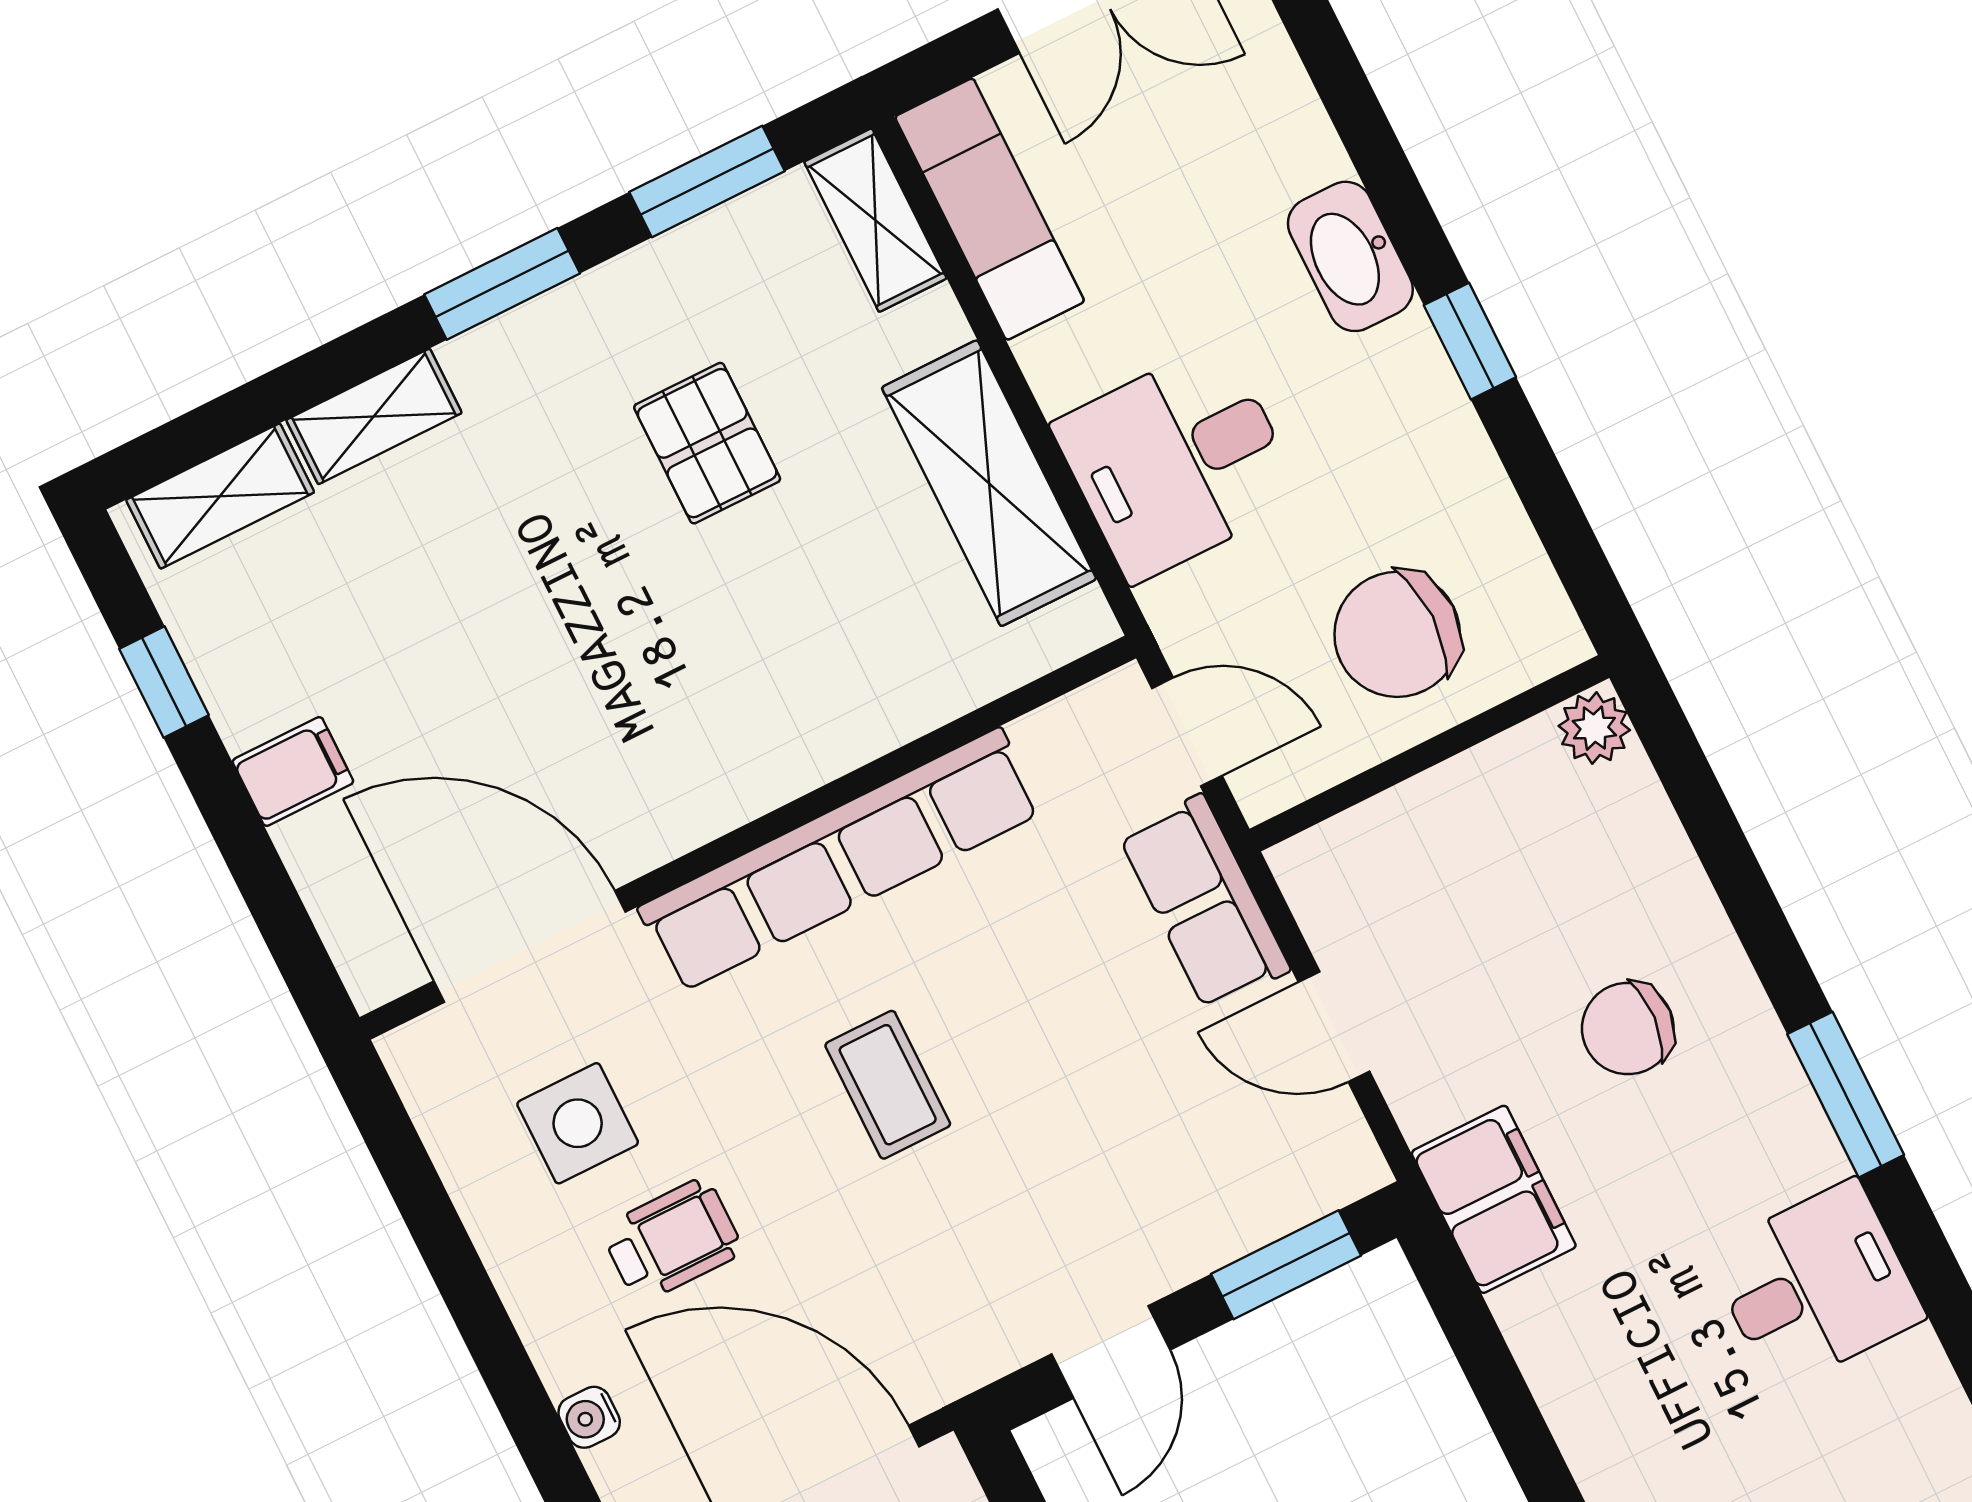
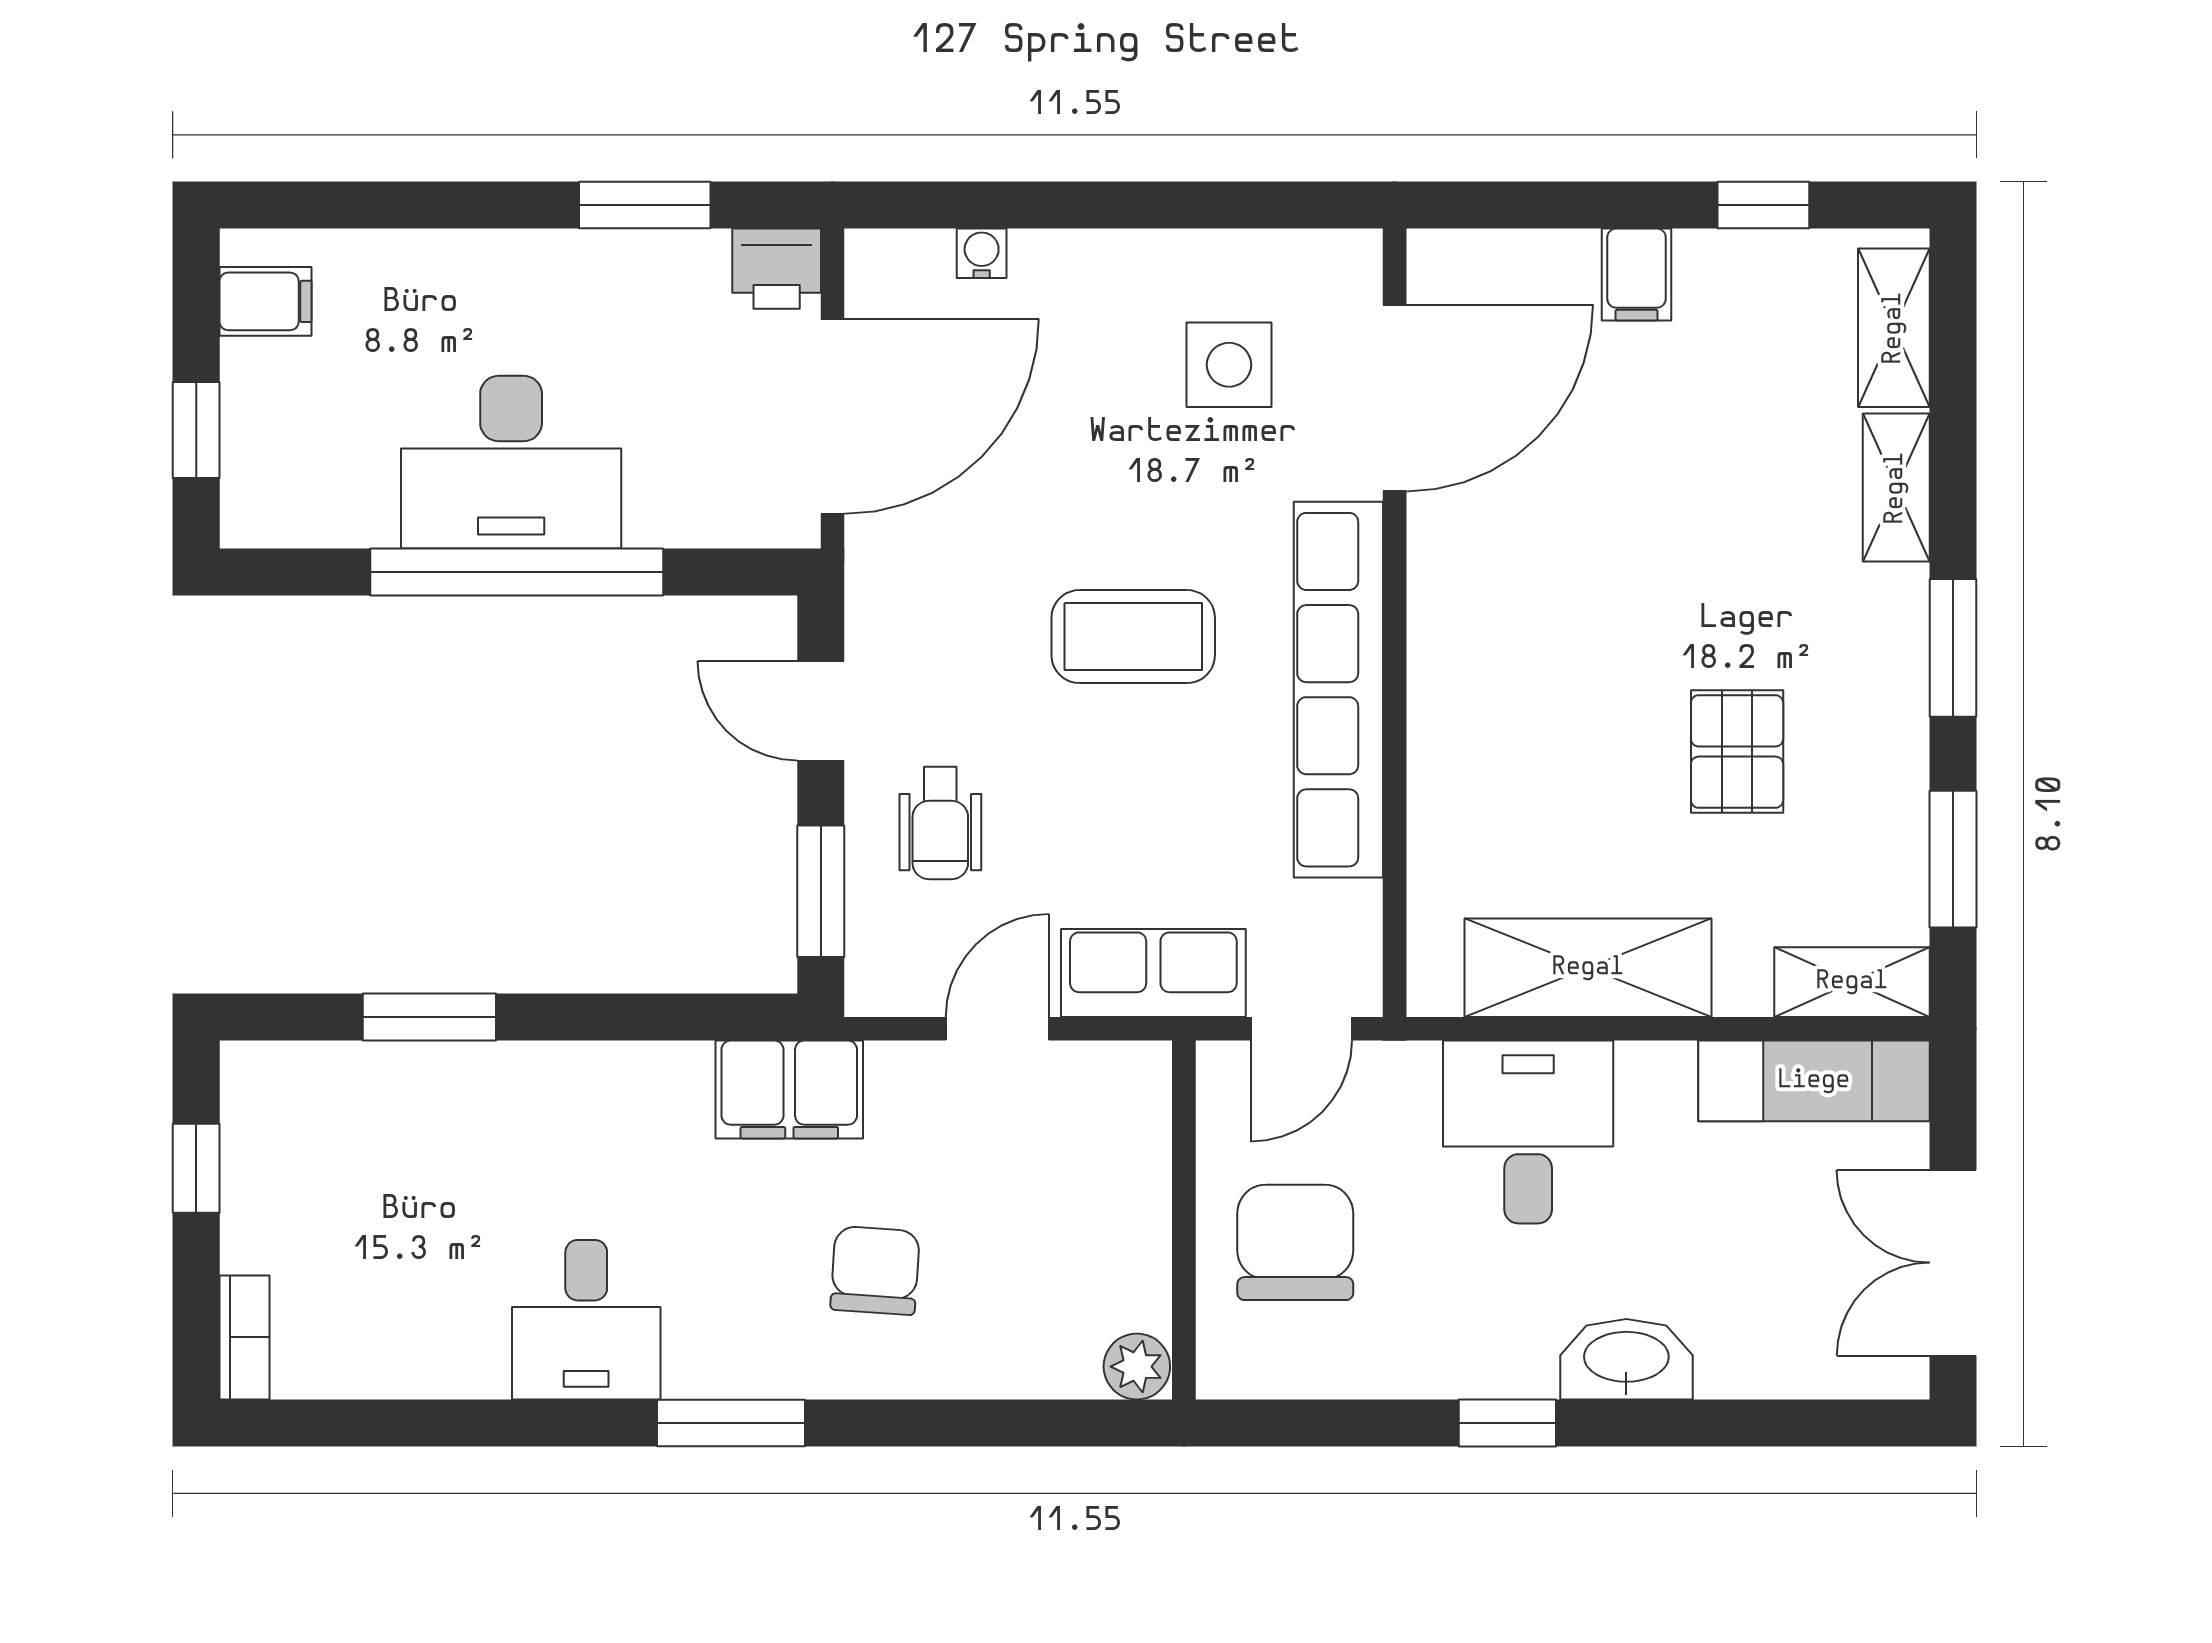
pallet: (707, 443) -> (1737, 752), turned 90
coffee table: (888, 1085) -> (1133, 637), width x1.36, depth x1.30
wheelchair: (672, 1240) -> (940, 823), moved

